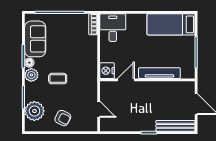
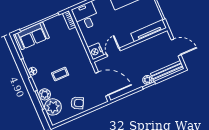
sofa: (35, 39) -> (32, 36), moved, turned 90
tv unit: (159, 73) -> (149, 31), moved
plant: (31, 75) -> (45, 94), moved
door: (99, 109) -> (102, 84), width x1.88
plant: (150, 126) -> (147, 80), added

